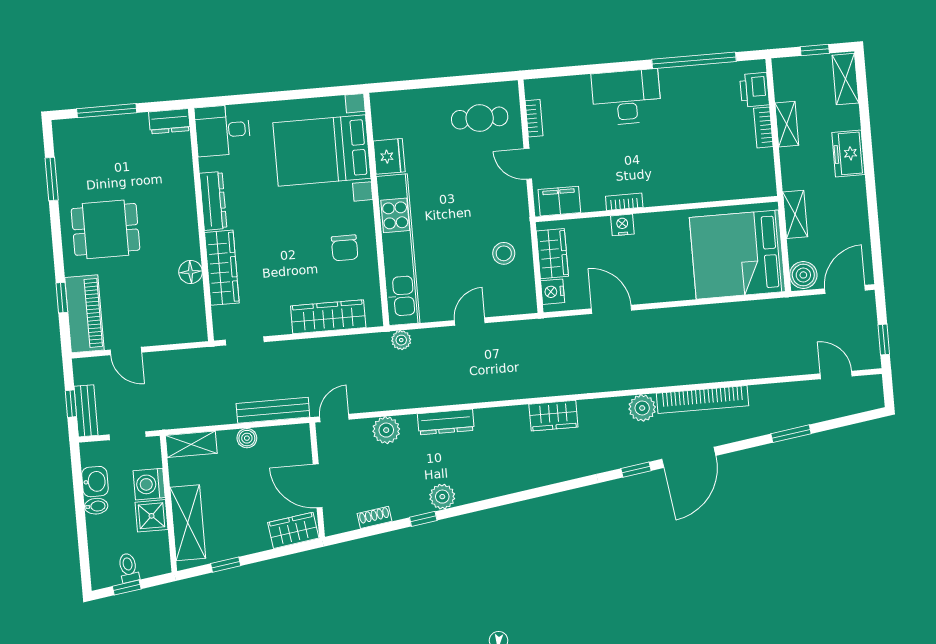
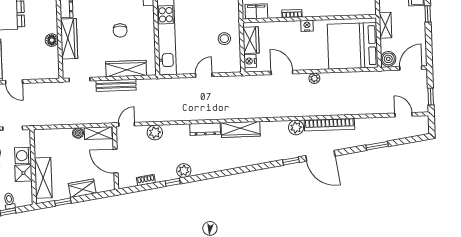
window: (871, 190) -> (428, 14), added
nightstand: (622, 225) -> (307, 26), moved
chair: (345, 248) -> (120, 30), moved
plant: (401, 340) -> (314, 78), moved
bench: (273, 410) -> (116, 85), moved
wardrobe: (553, 416) -> (241, 129), width x1.50
dresser: (446, 422) -> (205, 129), moved
shelving: (191, 444) -> (98, 133), moved
door: (689, 457) -> (320, 156), hinge flipped
wardrobe: (293, 530) -> (82, 188), moved

